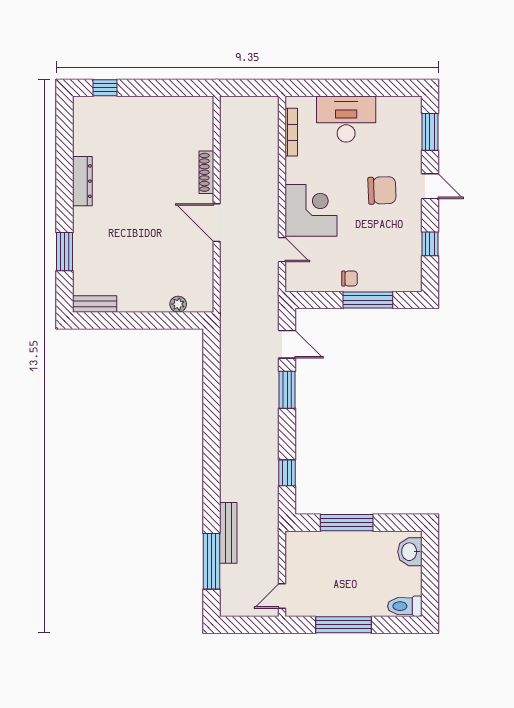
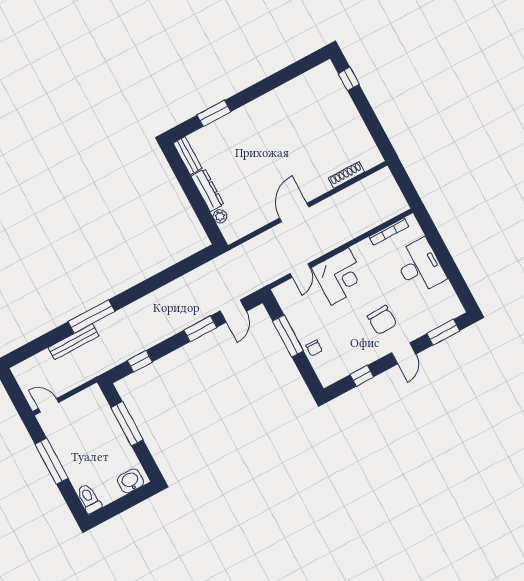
shoe rack: (206, 172) -> (346, 175), moved
dresser: (82, 181) -> (207, 190), moved, turned -90
chair: (350, 278) -> (314, 348), moved
window: (368, 300) -> (288, 336), moved
window: (212, 561) -> (91, 316), moved

